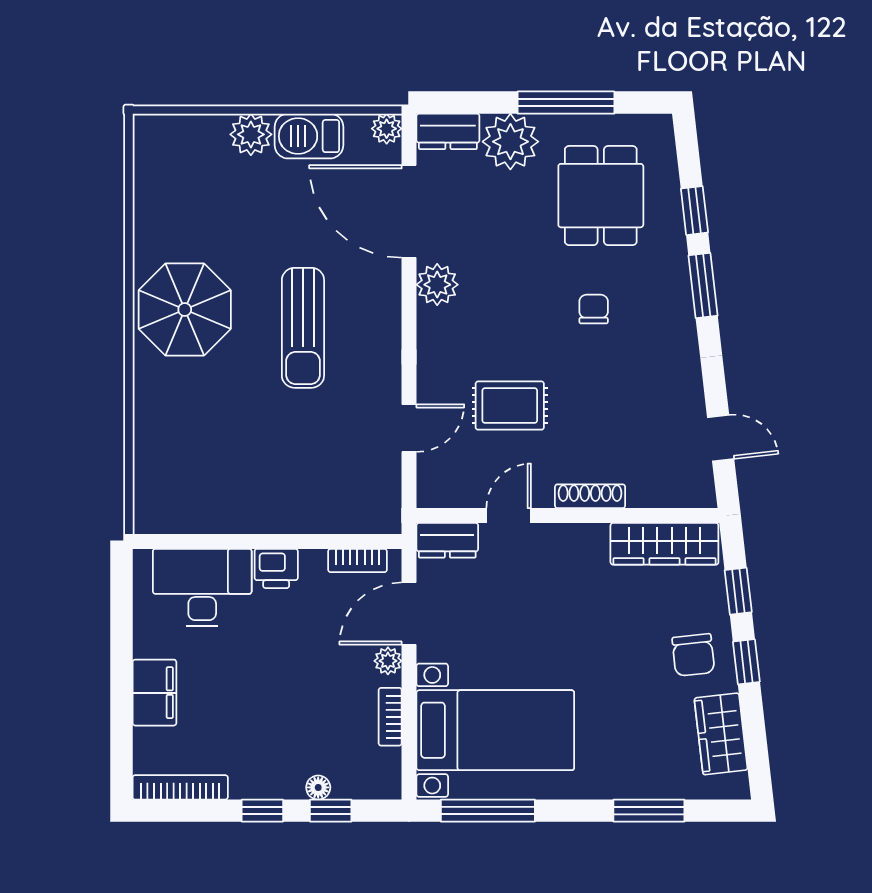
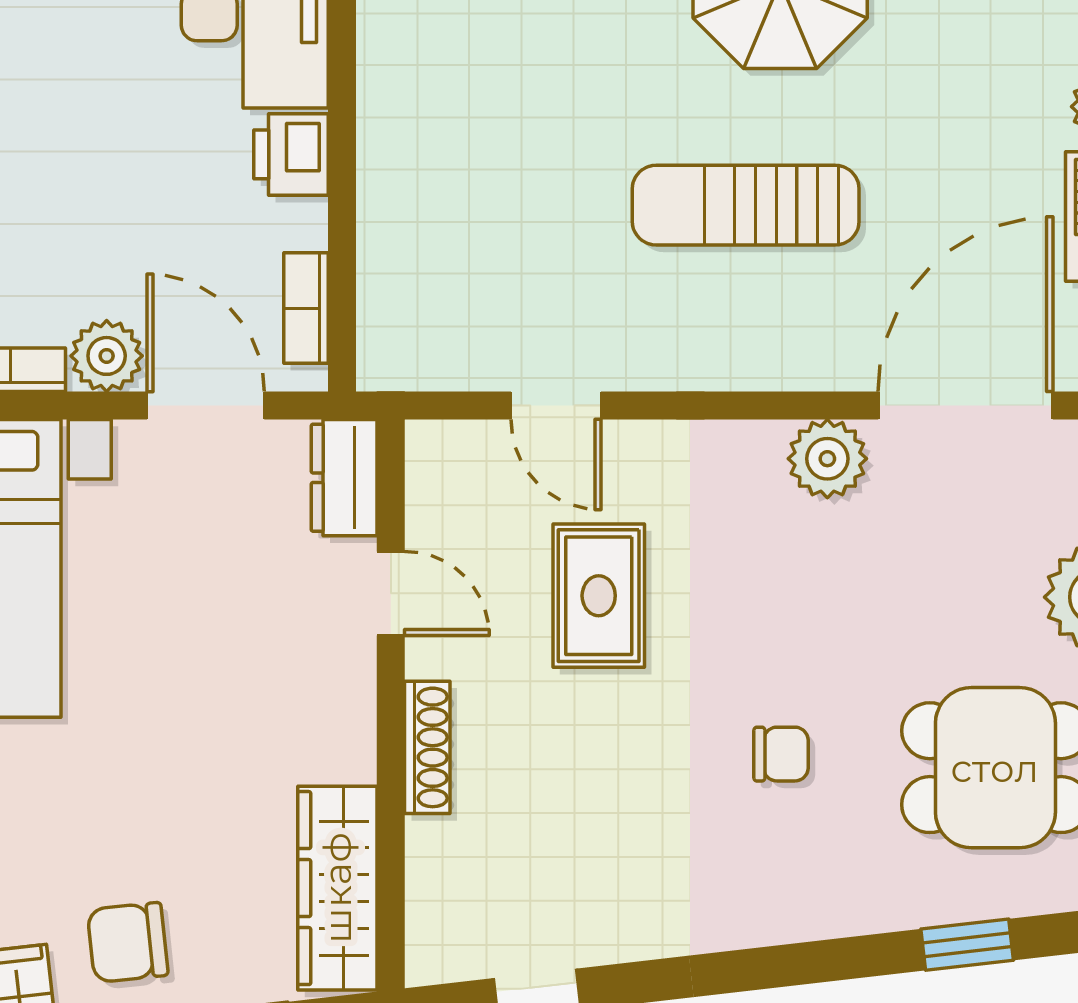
window: (703, 286) -> (825, 961), removed
plant: (388, 661) -> (107, 356), width x1.38, depth x1.38

